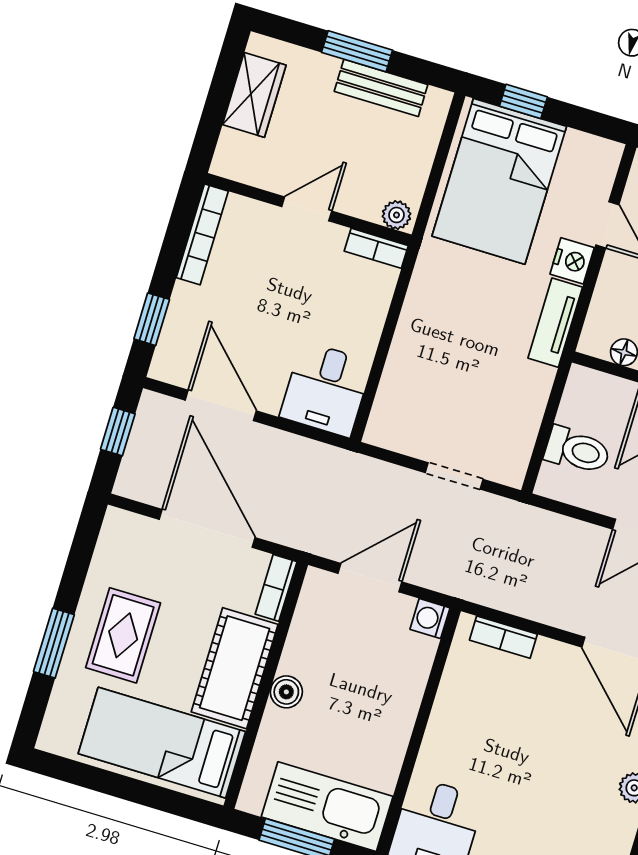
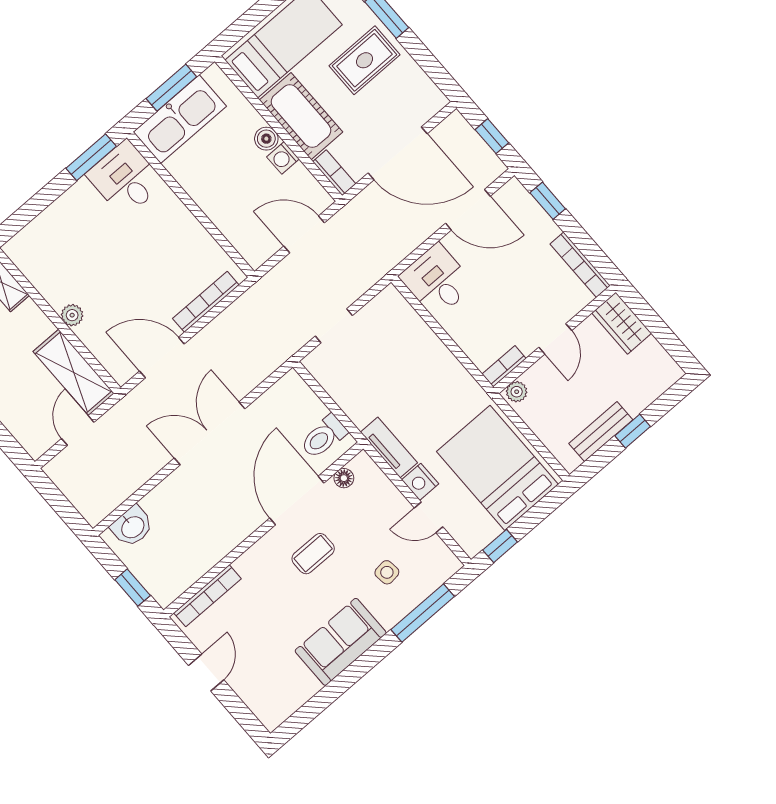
window: (357, 51) -> (633, 431), width x0.67
wardrobe: (254, 95) -> (622, 323), moved
window: (523, 101) -> (500, 546), moved
toilet: (577, 450) -> (324, 437), moved
door: (370, 578) -> (304, 234), swing flipped
washing machine: (430, 619) -> (283, 158), moved, turned 180
rug: (123, 635) -> (365, 60), turned 90
bookcase: (503, 637) -> (206, 302), width x1.56

